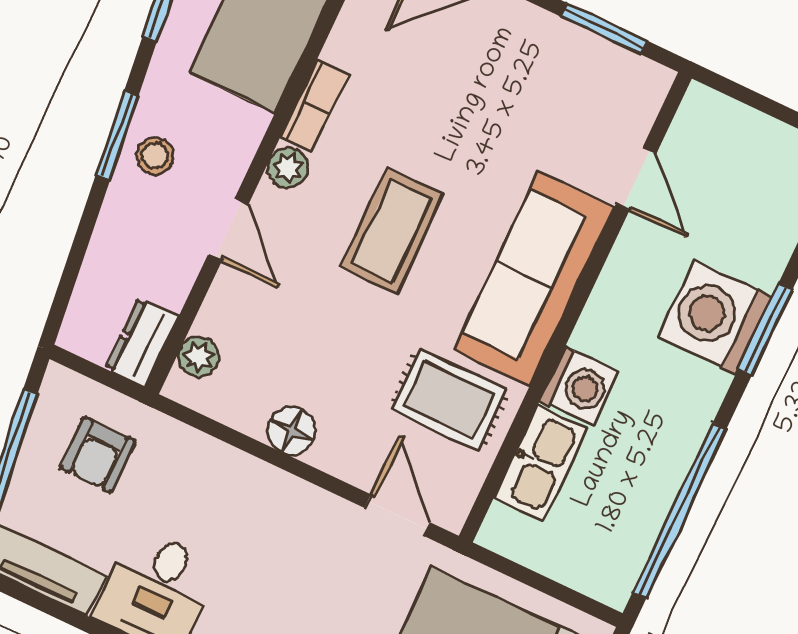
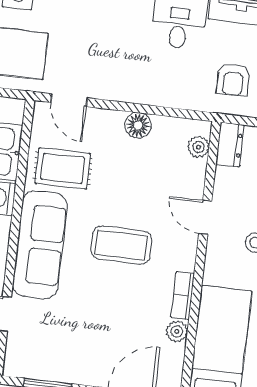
plant: (288, 168) -> (177, 331), moved
coffee table: (391, 231) -> (121, 245), turned 90
armchair: (98, 455) -> (233, 79), turned 180

